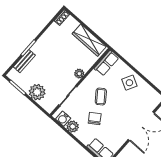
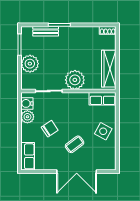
plant: (79, 74) -> (75, 80), width x1.87, depth x1.87
coffee table: (101, 97) -> (75, 144), moved

